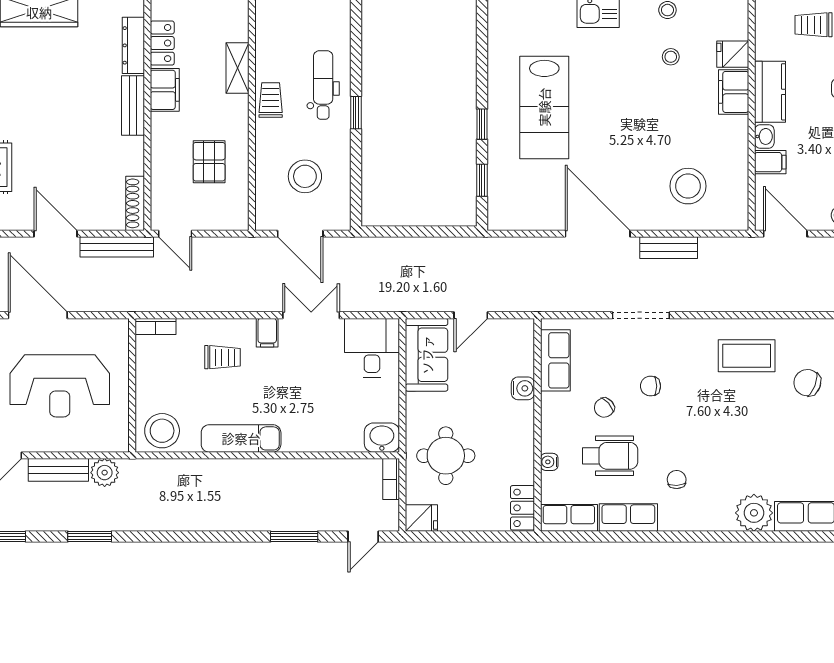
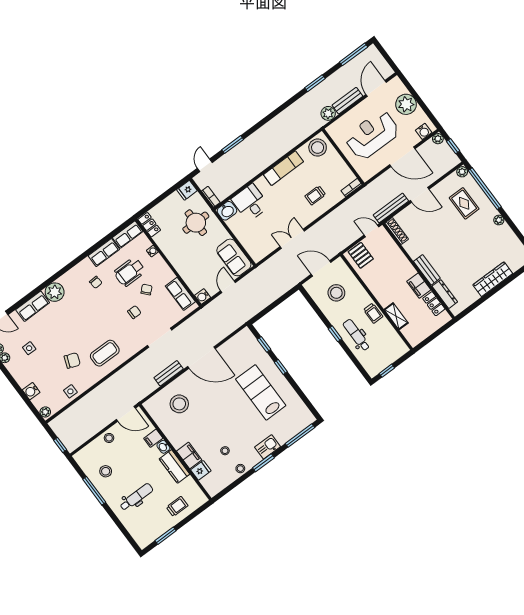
dental chair: (323, 85) -> (356, 335), turned 180
pallet: (209, 162) -> (361, 255), moved
double door: (311, 315) -> (292, 239), swing flipped
filing cabinet: (267, 333) -> (305, 219), removed
desk: (372, 348) -> (250, 203), moved, turned 180
water cooler: (523, 388) -> (203, 296), moved

